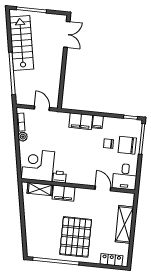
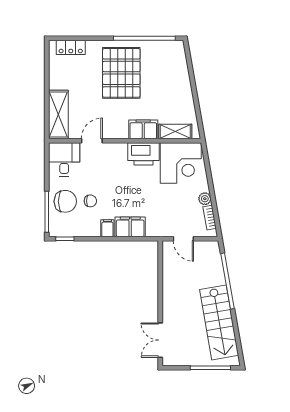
printer: (59, 177) -> (144, 154), width x1.87, depth x1.48
door: (103, 188) -> (92, 141), swing flipped
shelving: (124, 224) -> (58, 115), moved

